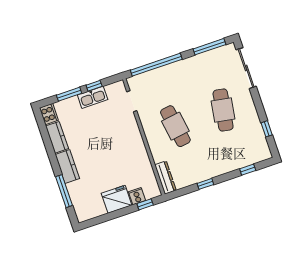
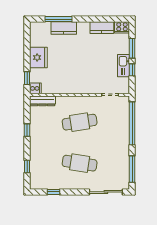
kitchen counter: (67, 166) -> (64, 28), moved
cooker: (137, 196) -> (35, 88), moved

